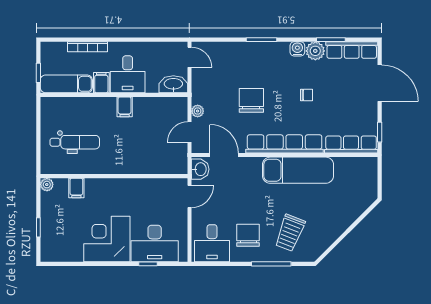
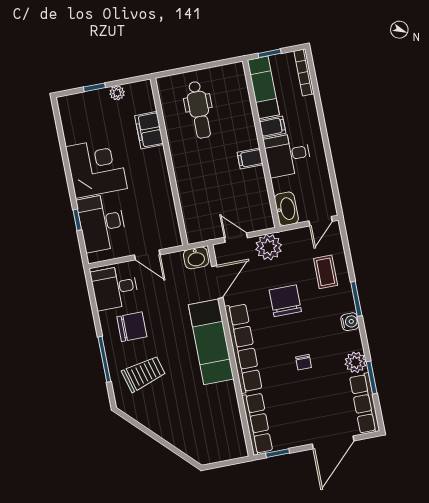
bookcase: (88, 47) -> (304, 72), moved
water cooler: (297, 49) -> (350, 322), moved
coffee table: (233, 61) -> (326, 272), added
chair: (251, 100) -> (285, 301), turned -90
plant: (198, 111) -> (269, 247), width x1.87, depth x1.87
exam couch: (298, 170) -> (211, 342), moved
plant: (47, 185) -> (117, 93), moved
filing cabinet: (76, 188) -> (149, 130), width x2.00
door: (189, 196) -> (147, 255), moved
trolley: (290, 233) -> (144, 374), turned 144

